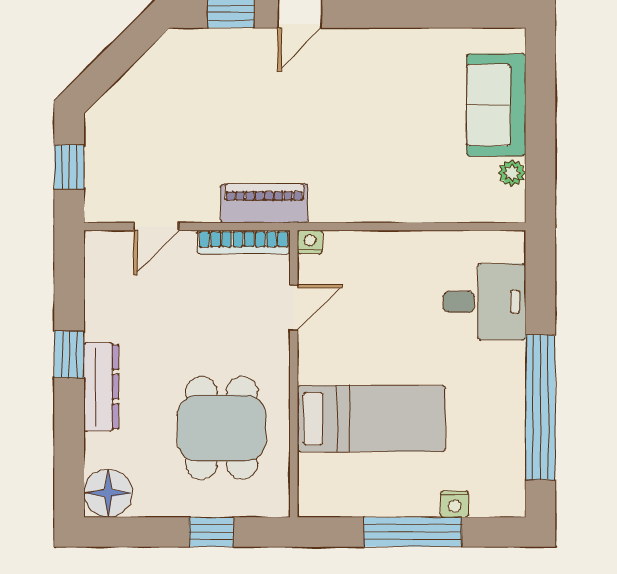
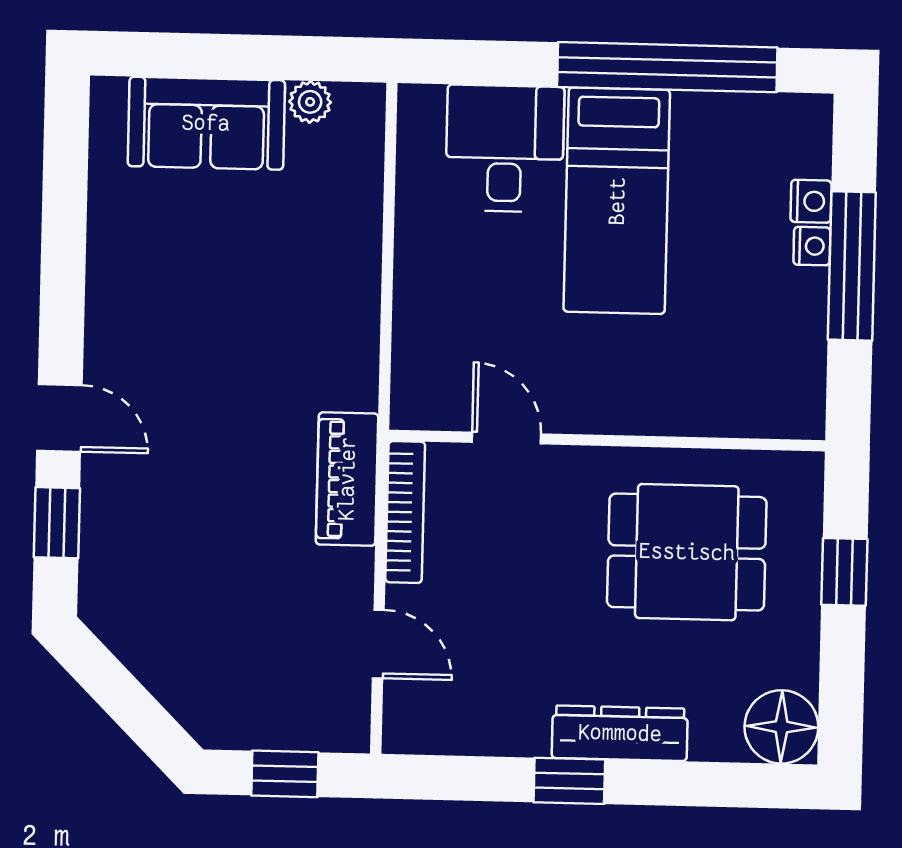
nightstand: (310, 242) -> (812, 246), moved, turned 180
bed: (371, 419) -> (617, 201), moved, turned 180

